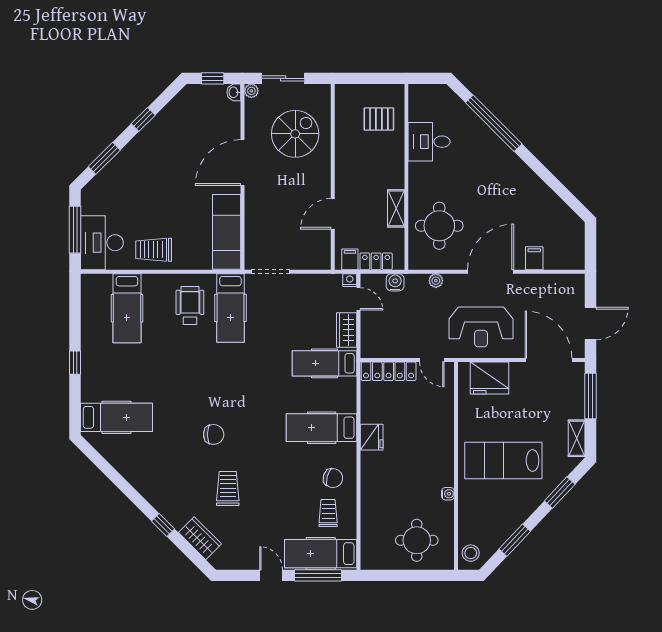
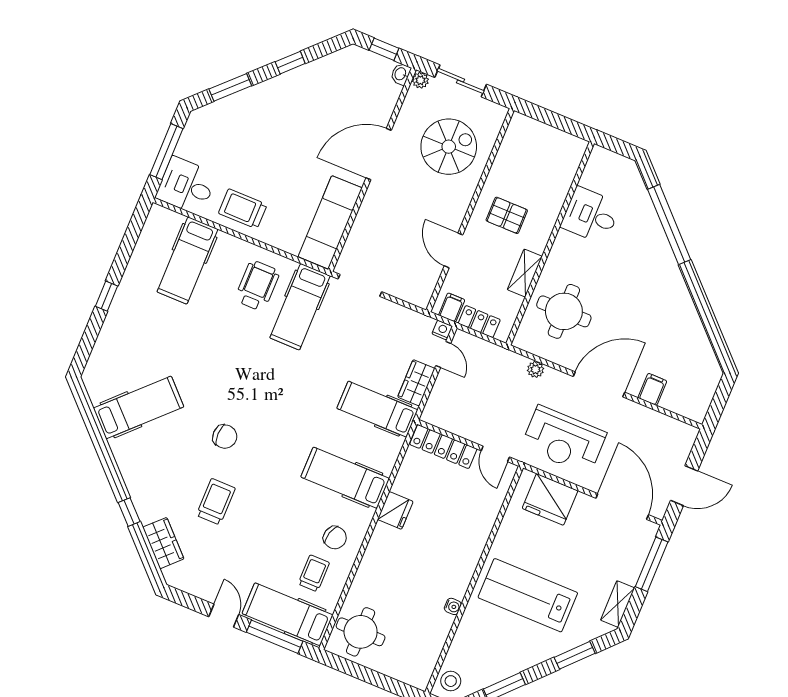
pallet: (379, 119) -> (507, 215), moved
door: (333, 214) -> (454, 250), hinge flipped
desk: (102, 243) -> (186, 186), width x0.73
water cooler: (395, 282) -> (490, 353), removed
hospital bed: (116, 417) -> (139, 407), moved, turned -45
round table: (417, 540) -> (361, 632), moved

